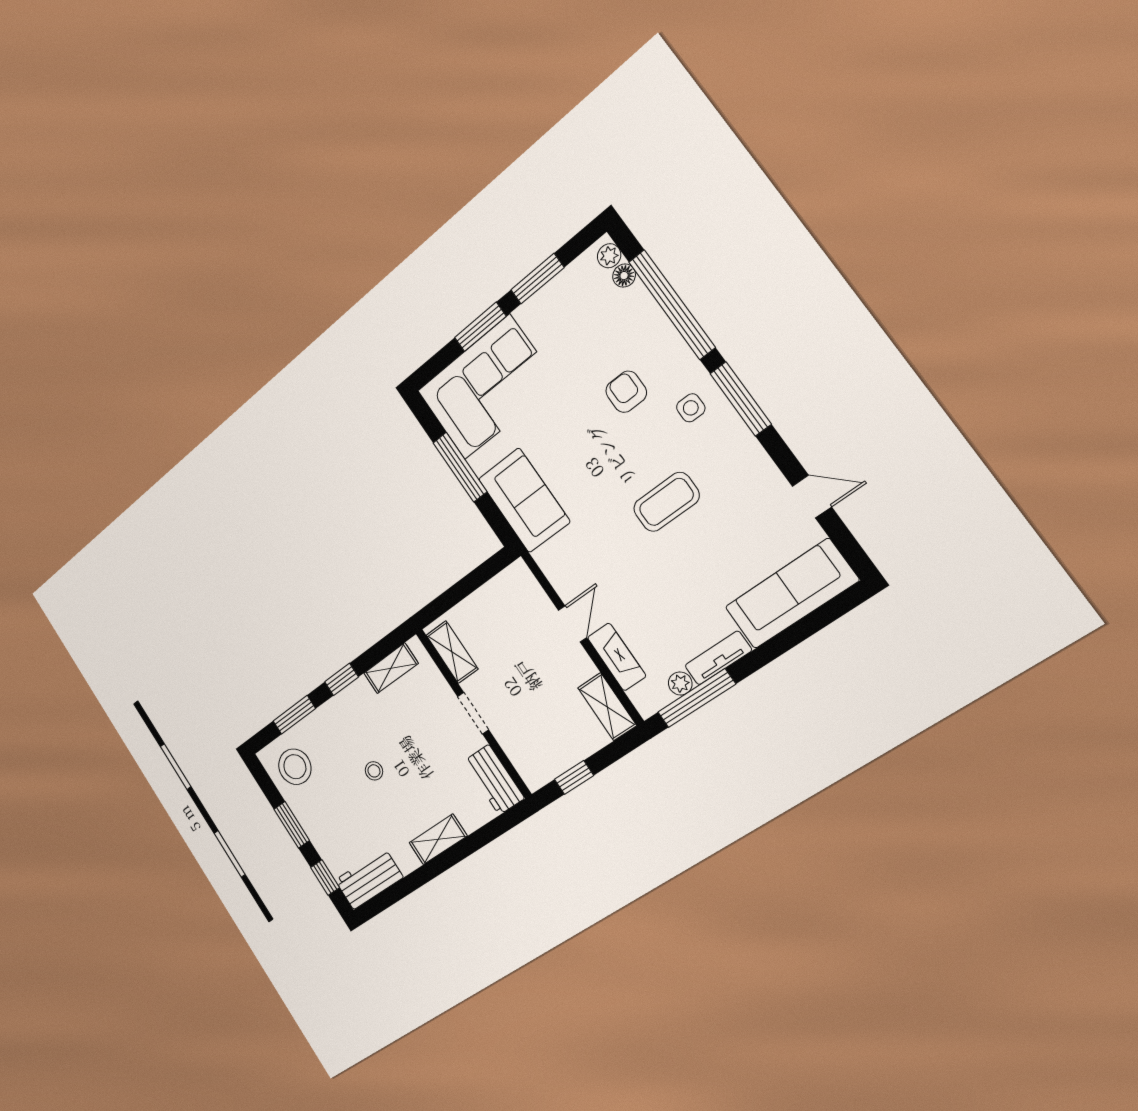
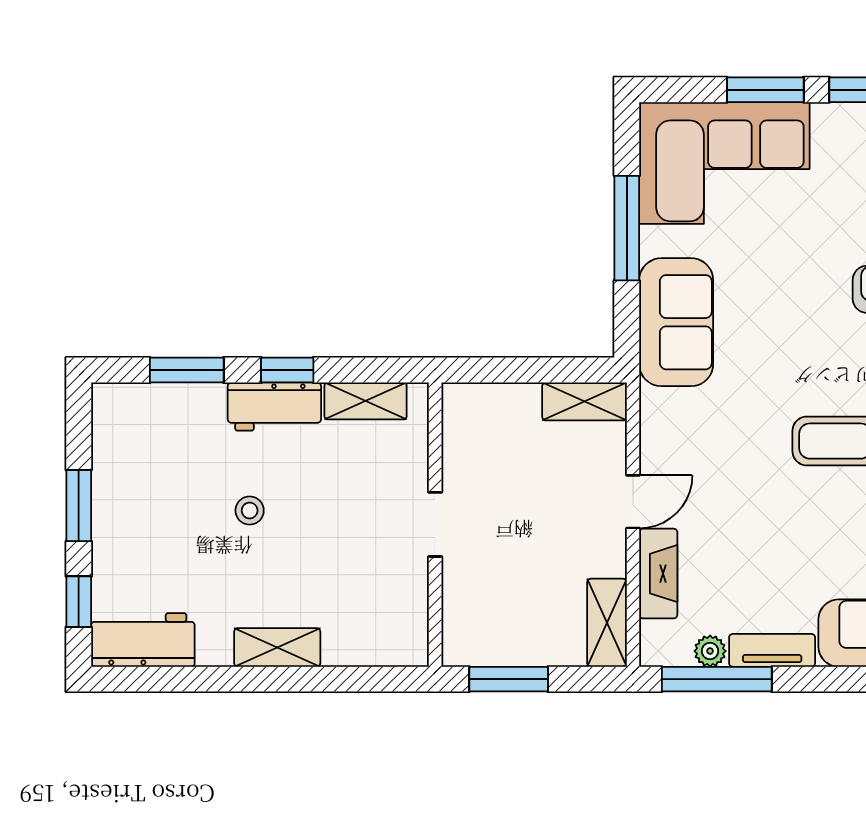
shelving: (452, 652) -> (585, 401), moved, turned 90
stool: (295, 767) -> (139, 435), removed
window: (574, 777) -> (509, 679), width x1.50
workbench: (494, 780) -> (274, 407), moved, turned -90

